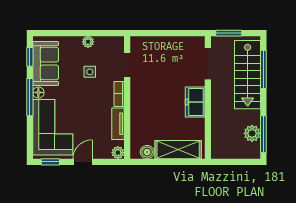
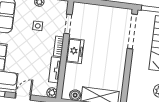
doorway: (208, 64) -> (132, 31), width x1.36
freezer: (195, 102) -> (75, 51), moved, turned 180

